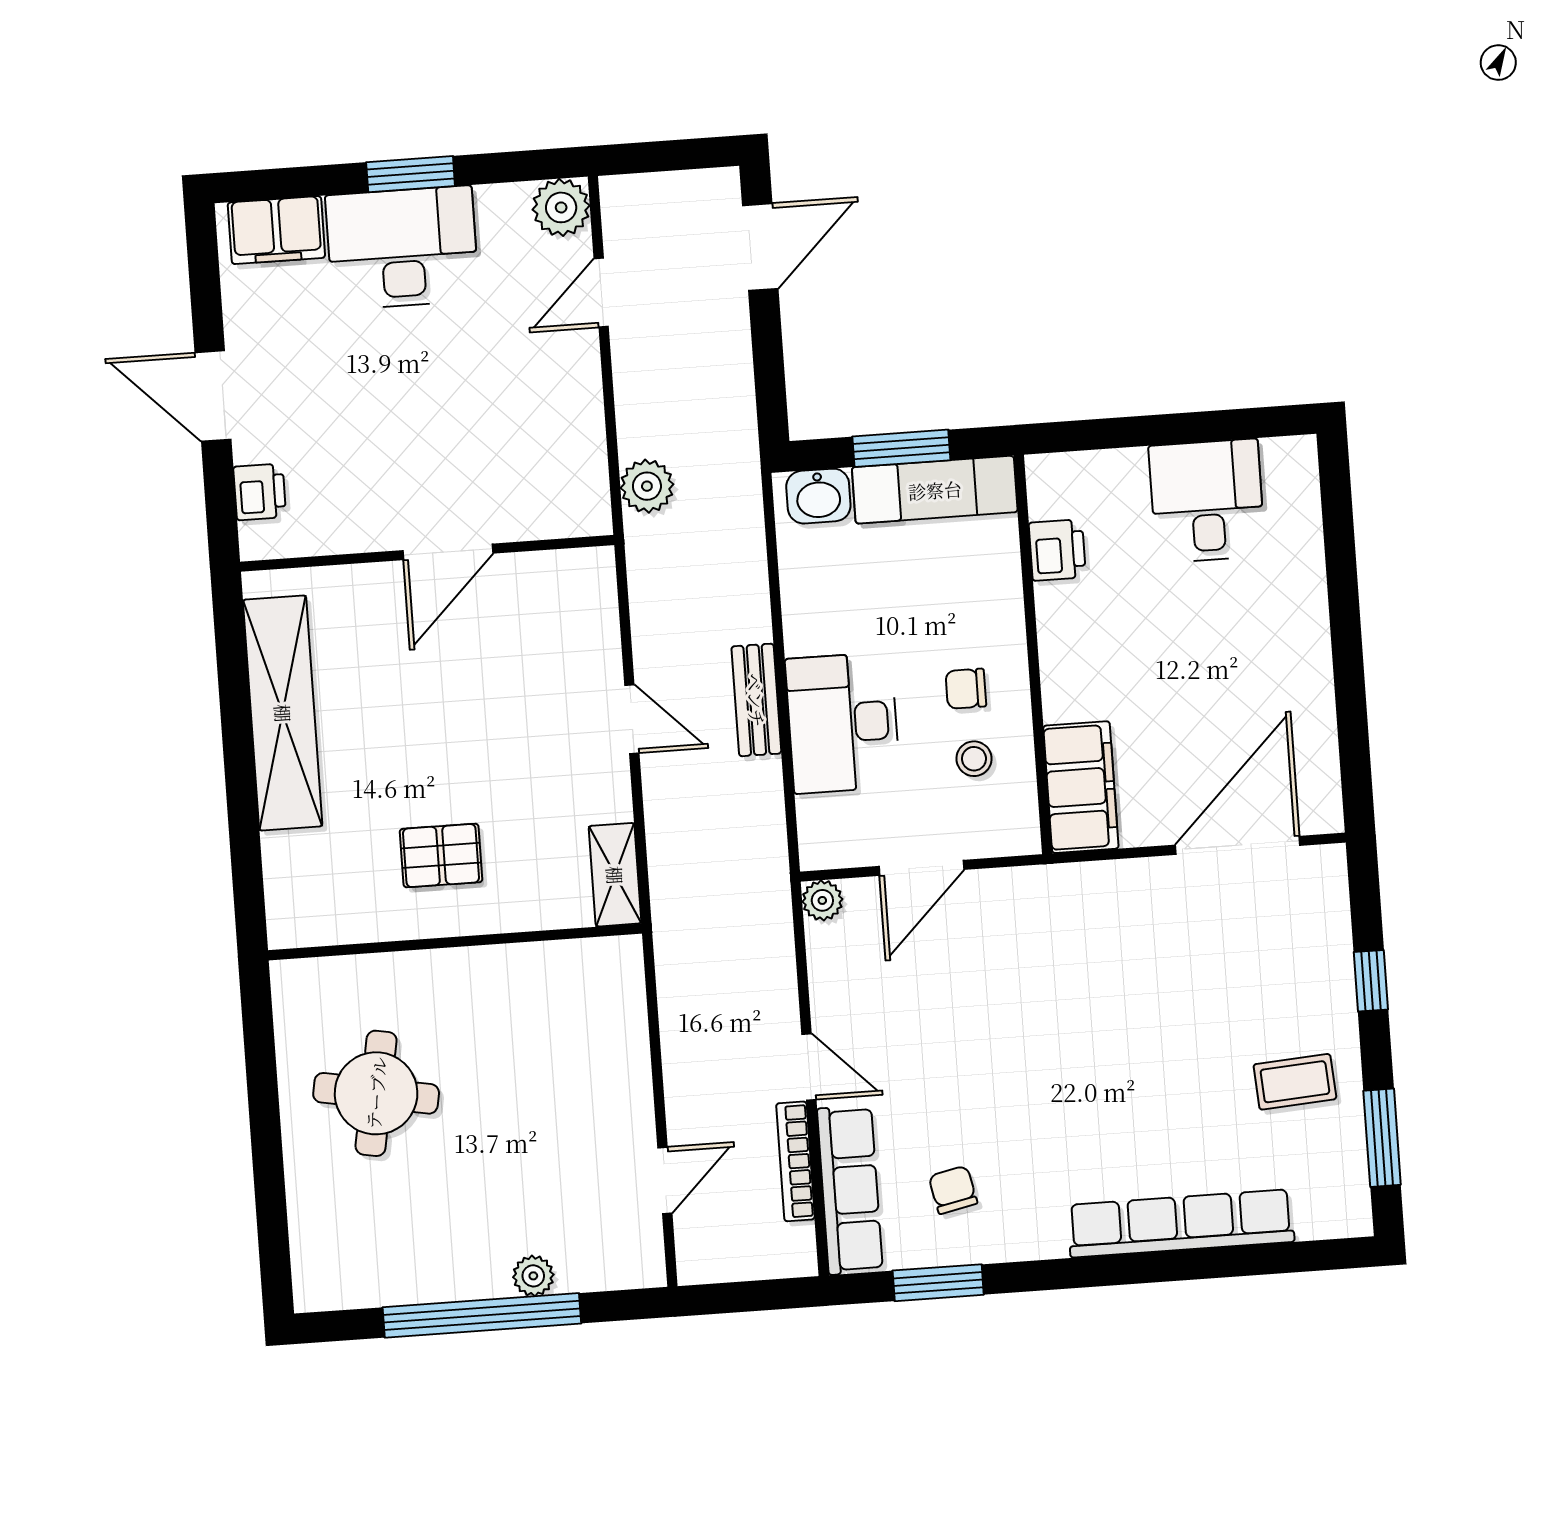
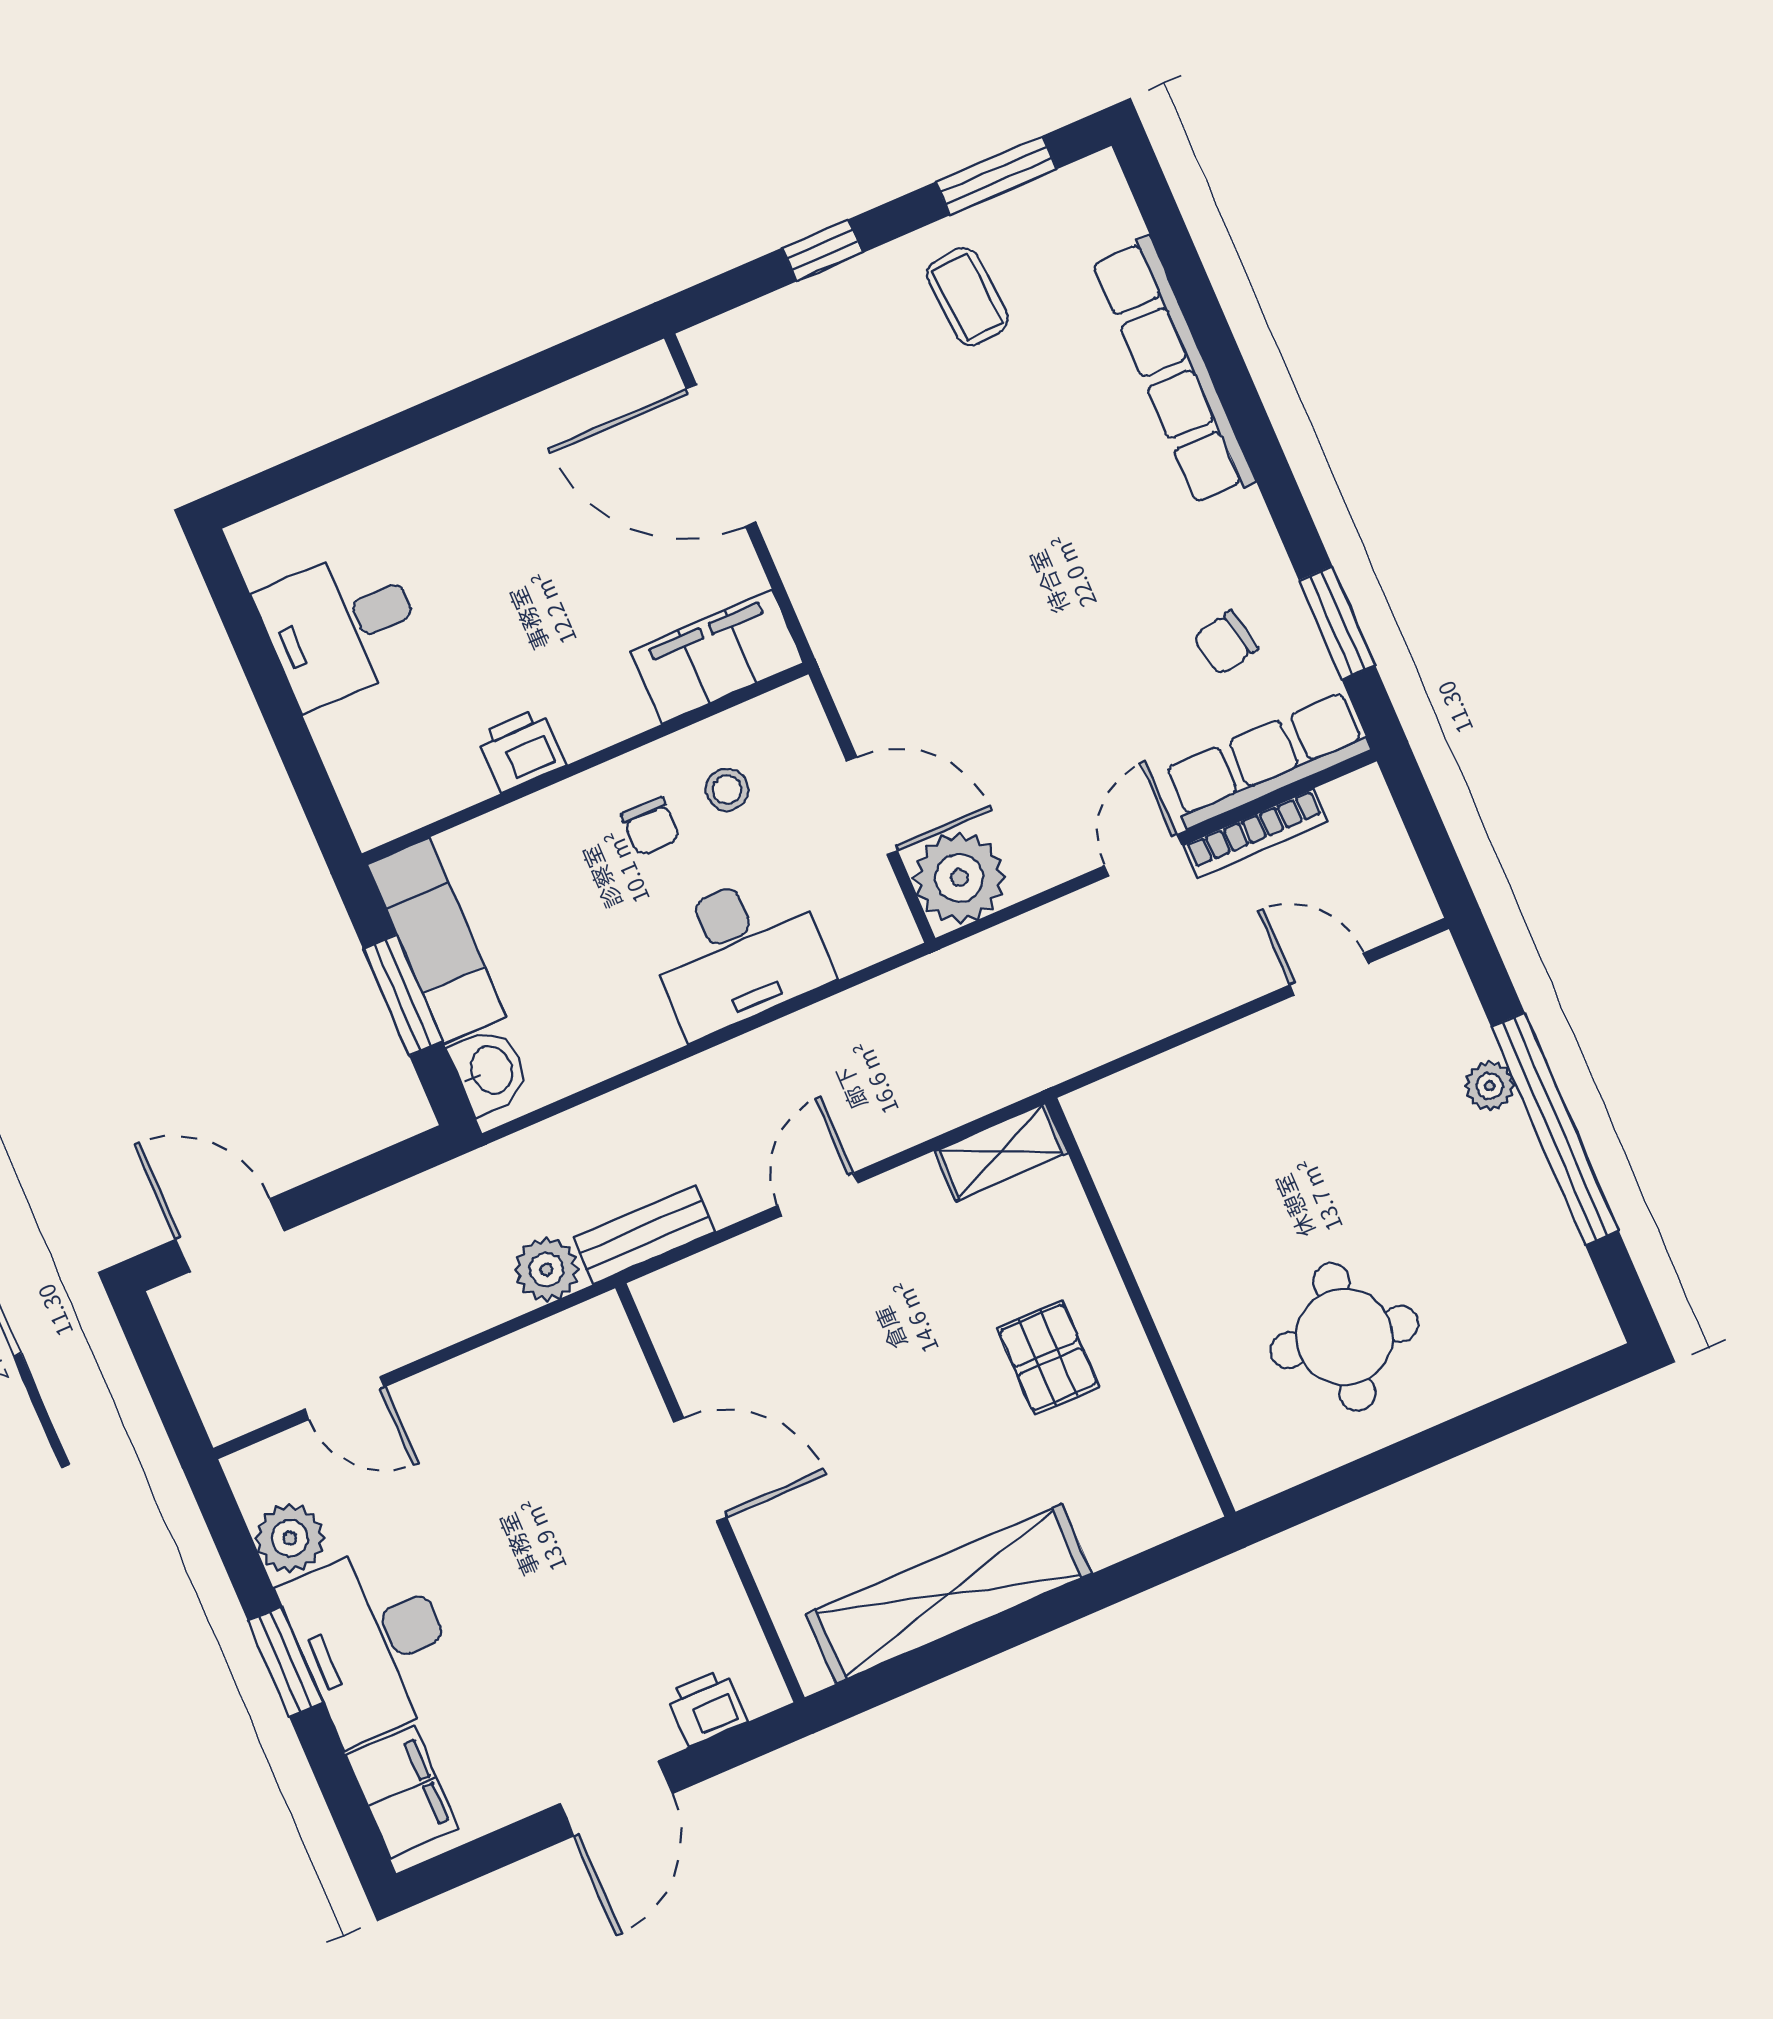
plant: (561, 207) -> (290, 1538), moved
printer: (1057, 550) -> (521, 750), moved
bench: (756, 700) -> (644, 1235), moved
plant: (822, 900) -> (959, 878), width x1.87, depth x1.87

